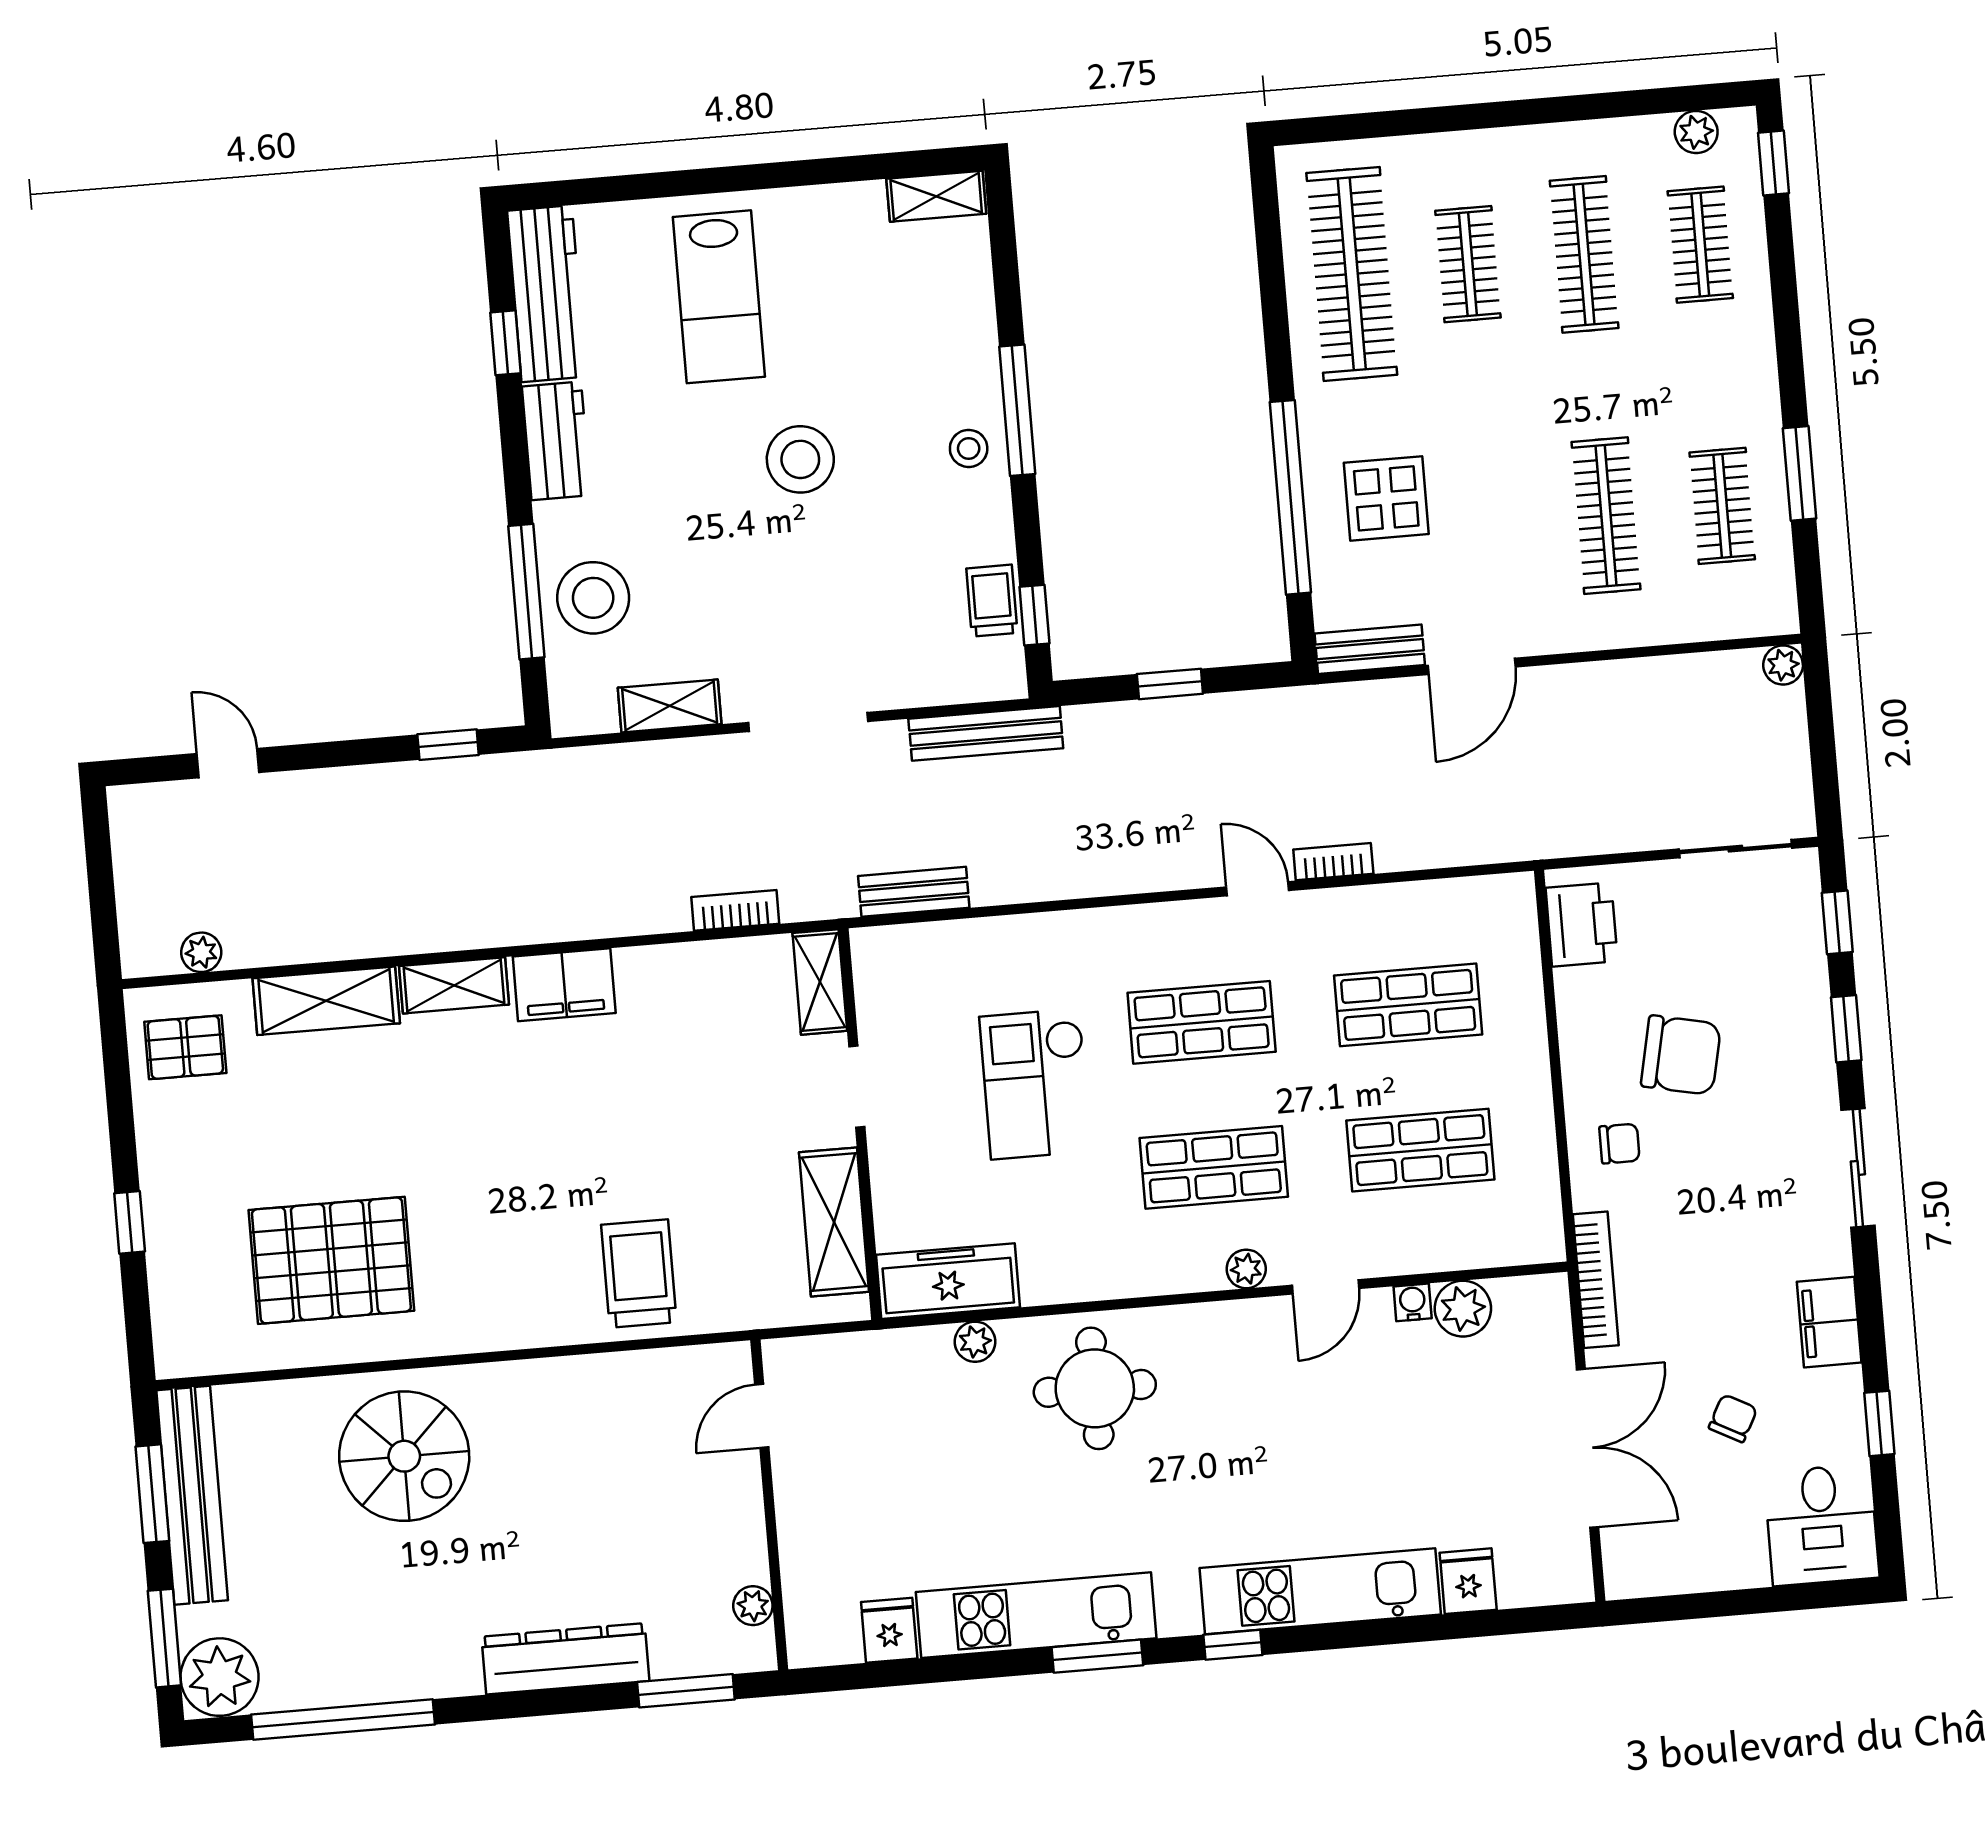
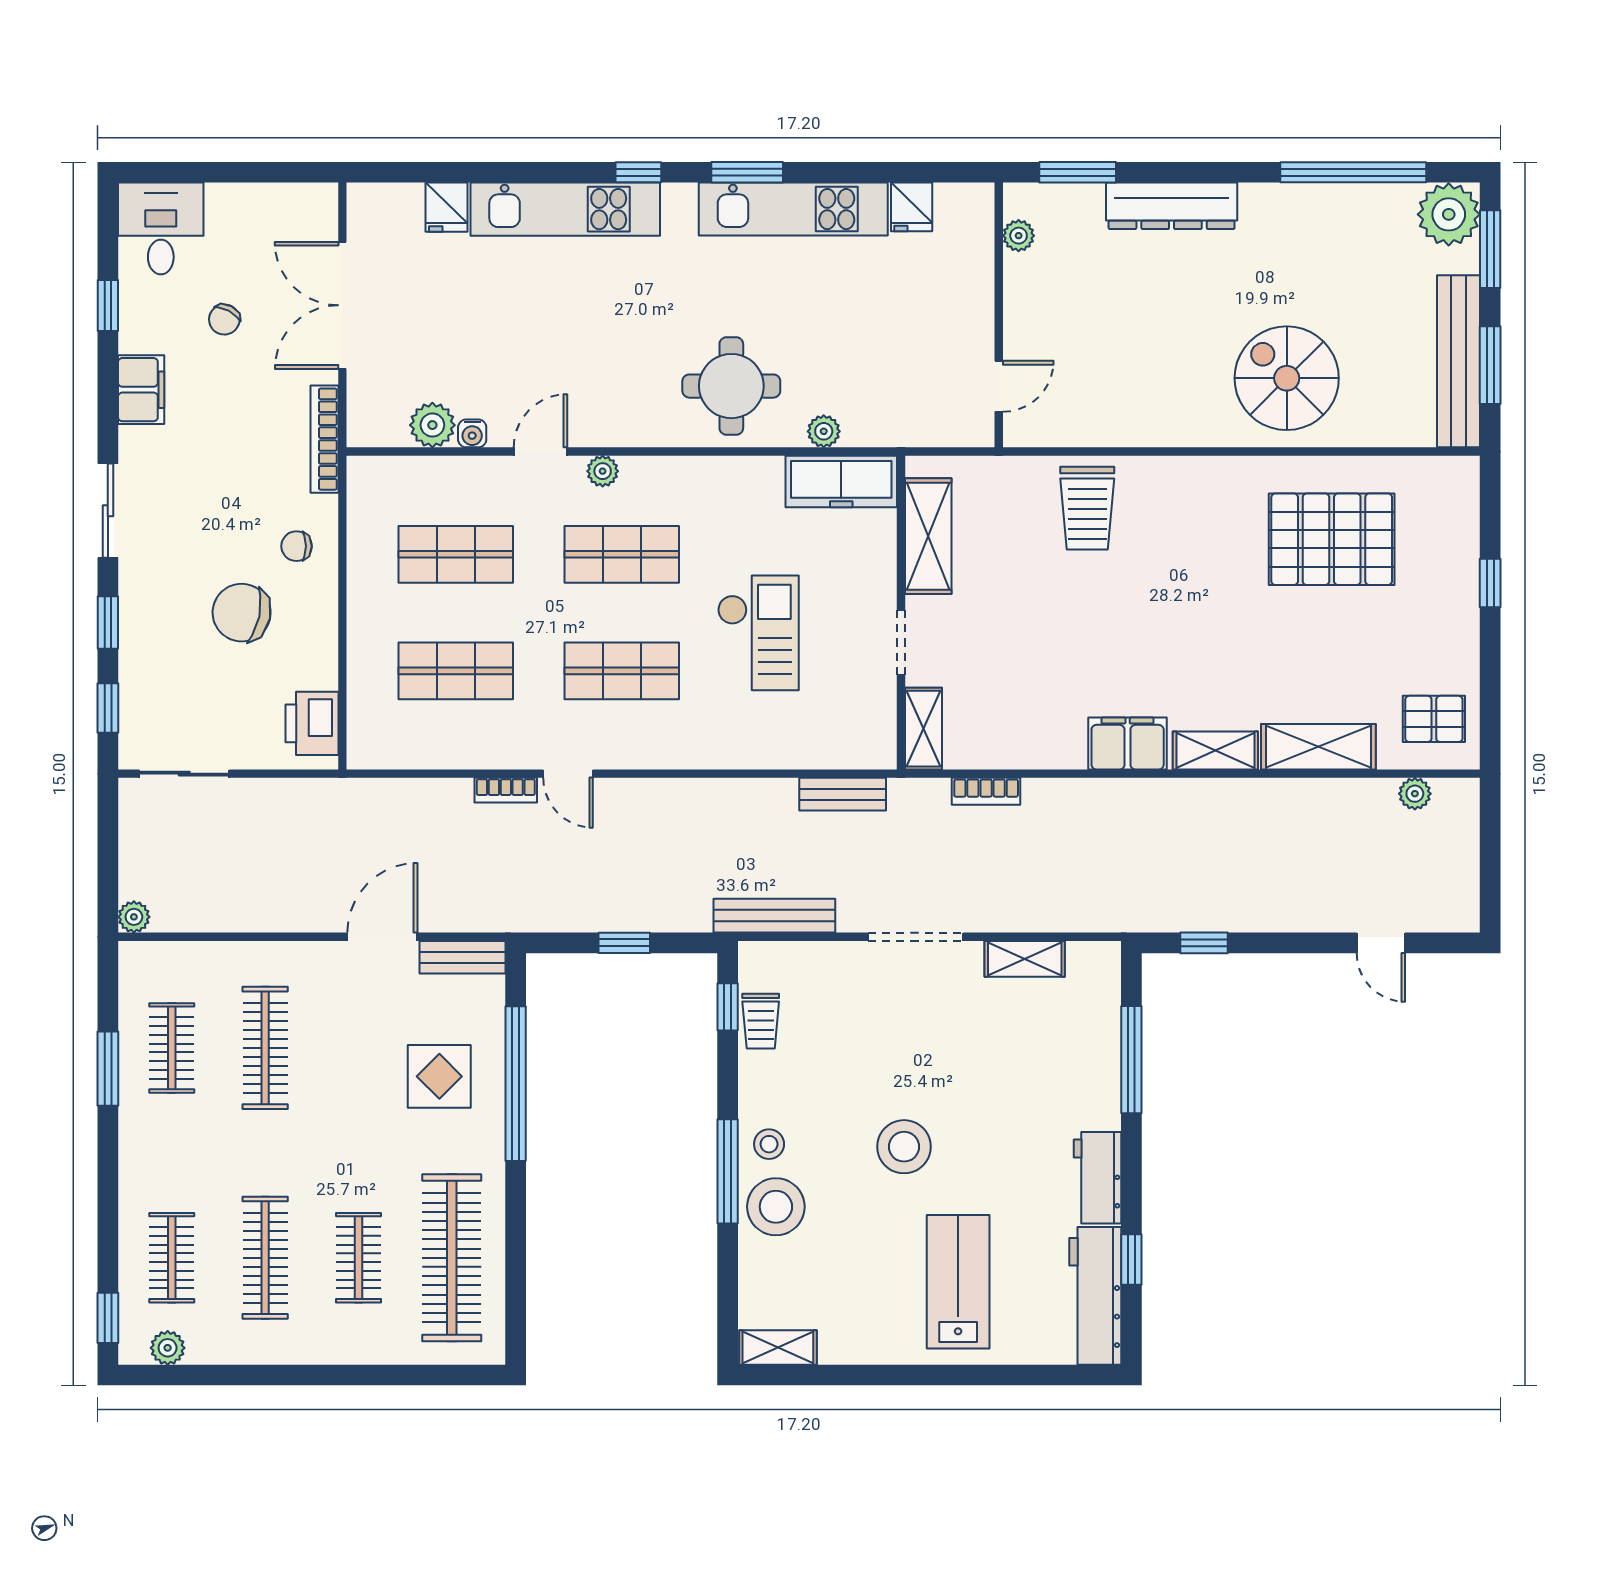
stool: (593, 598) -> (776, 1207), moved

